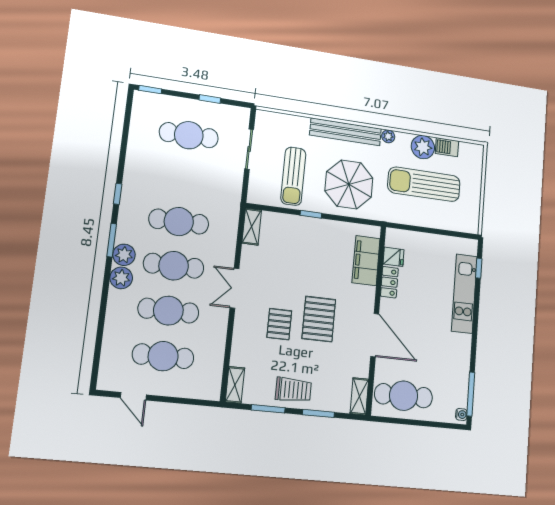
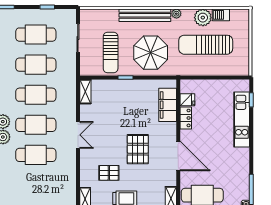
double door: (234, 288) -> (78, 135), swing flipped
pallet: (279, 324) -> (109, 173), moved, turned 90
cafe table: (163, 356) -> (36, 65), moved

